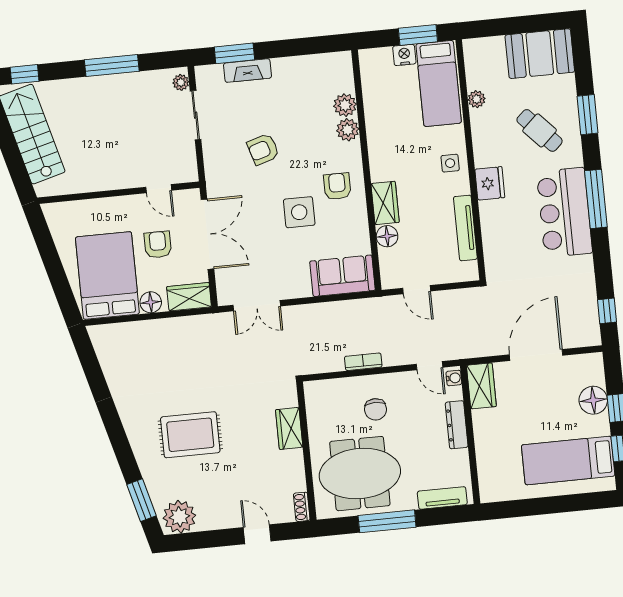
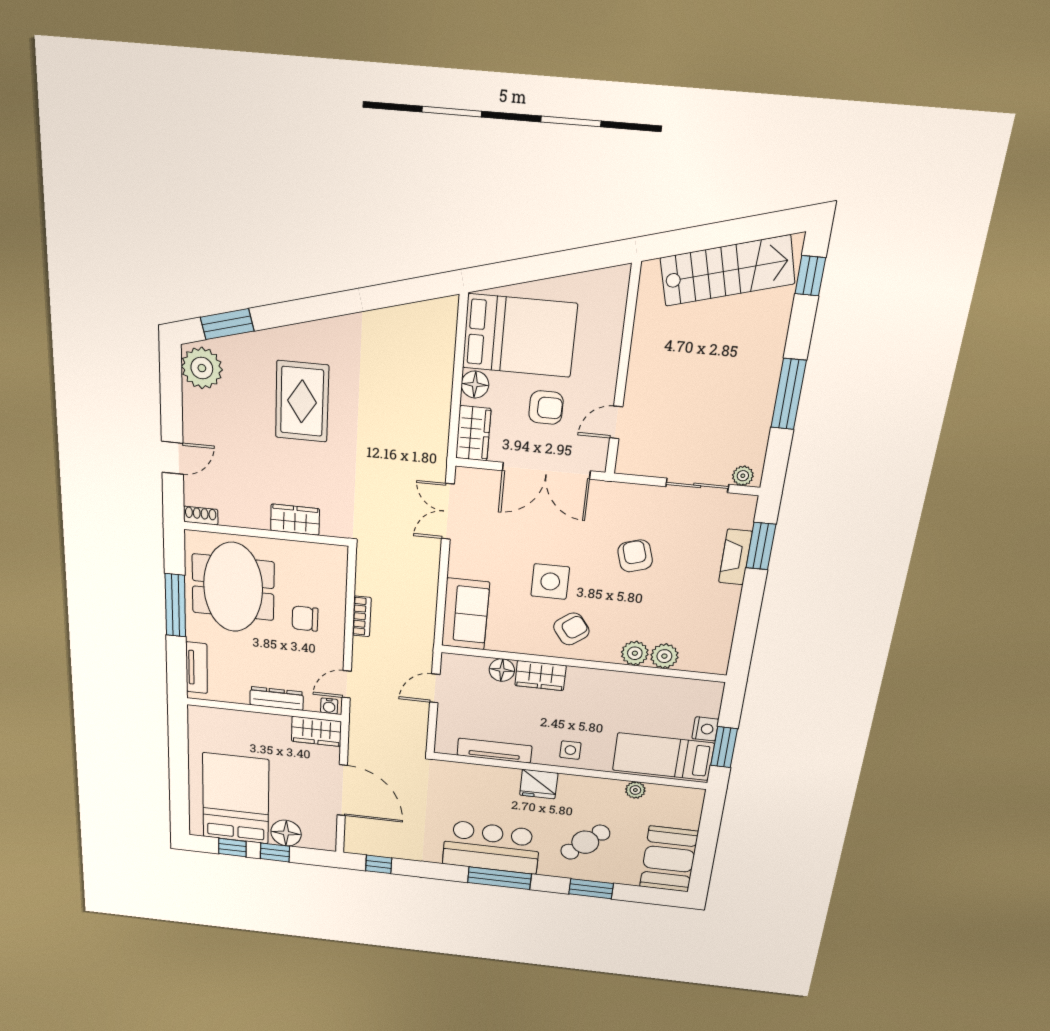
armchair: (337, 186) -> (571, 629), turned -37
bed: (568, 460) -> (236, 799), width x1.50

